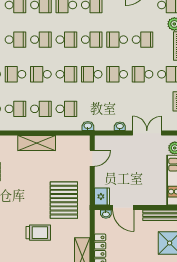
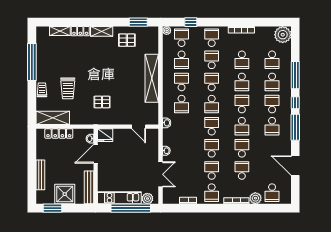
school desk: (66, 40) -> (242, 104), turned 180
school desk: (143, 40) -> (242, 170), turned 180
school desk: (41, 109) -> (182, 82), turned 180
shelving: (37, 143) -> (152, 78), width x1.47
pallet: (64, 200) -> (102, 102), width x0.49, depth x0.50
trolley: (38, 233) -> (68, 88), moved

